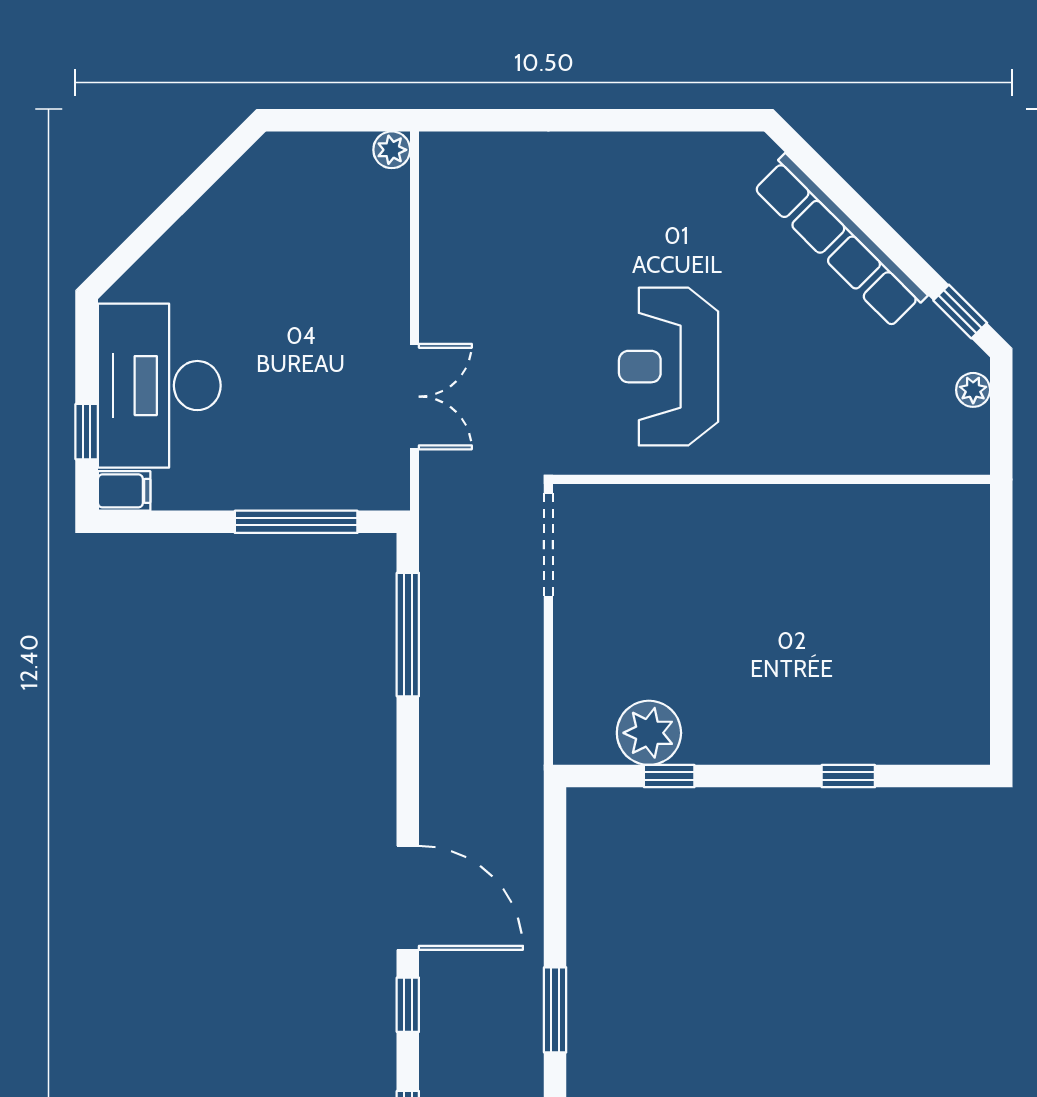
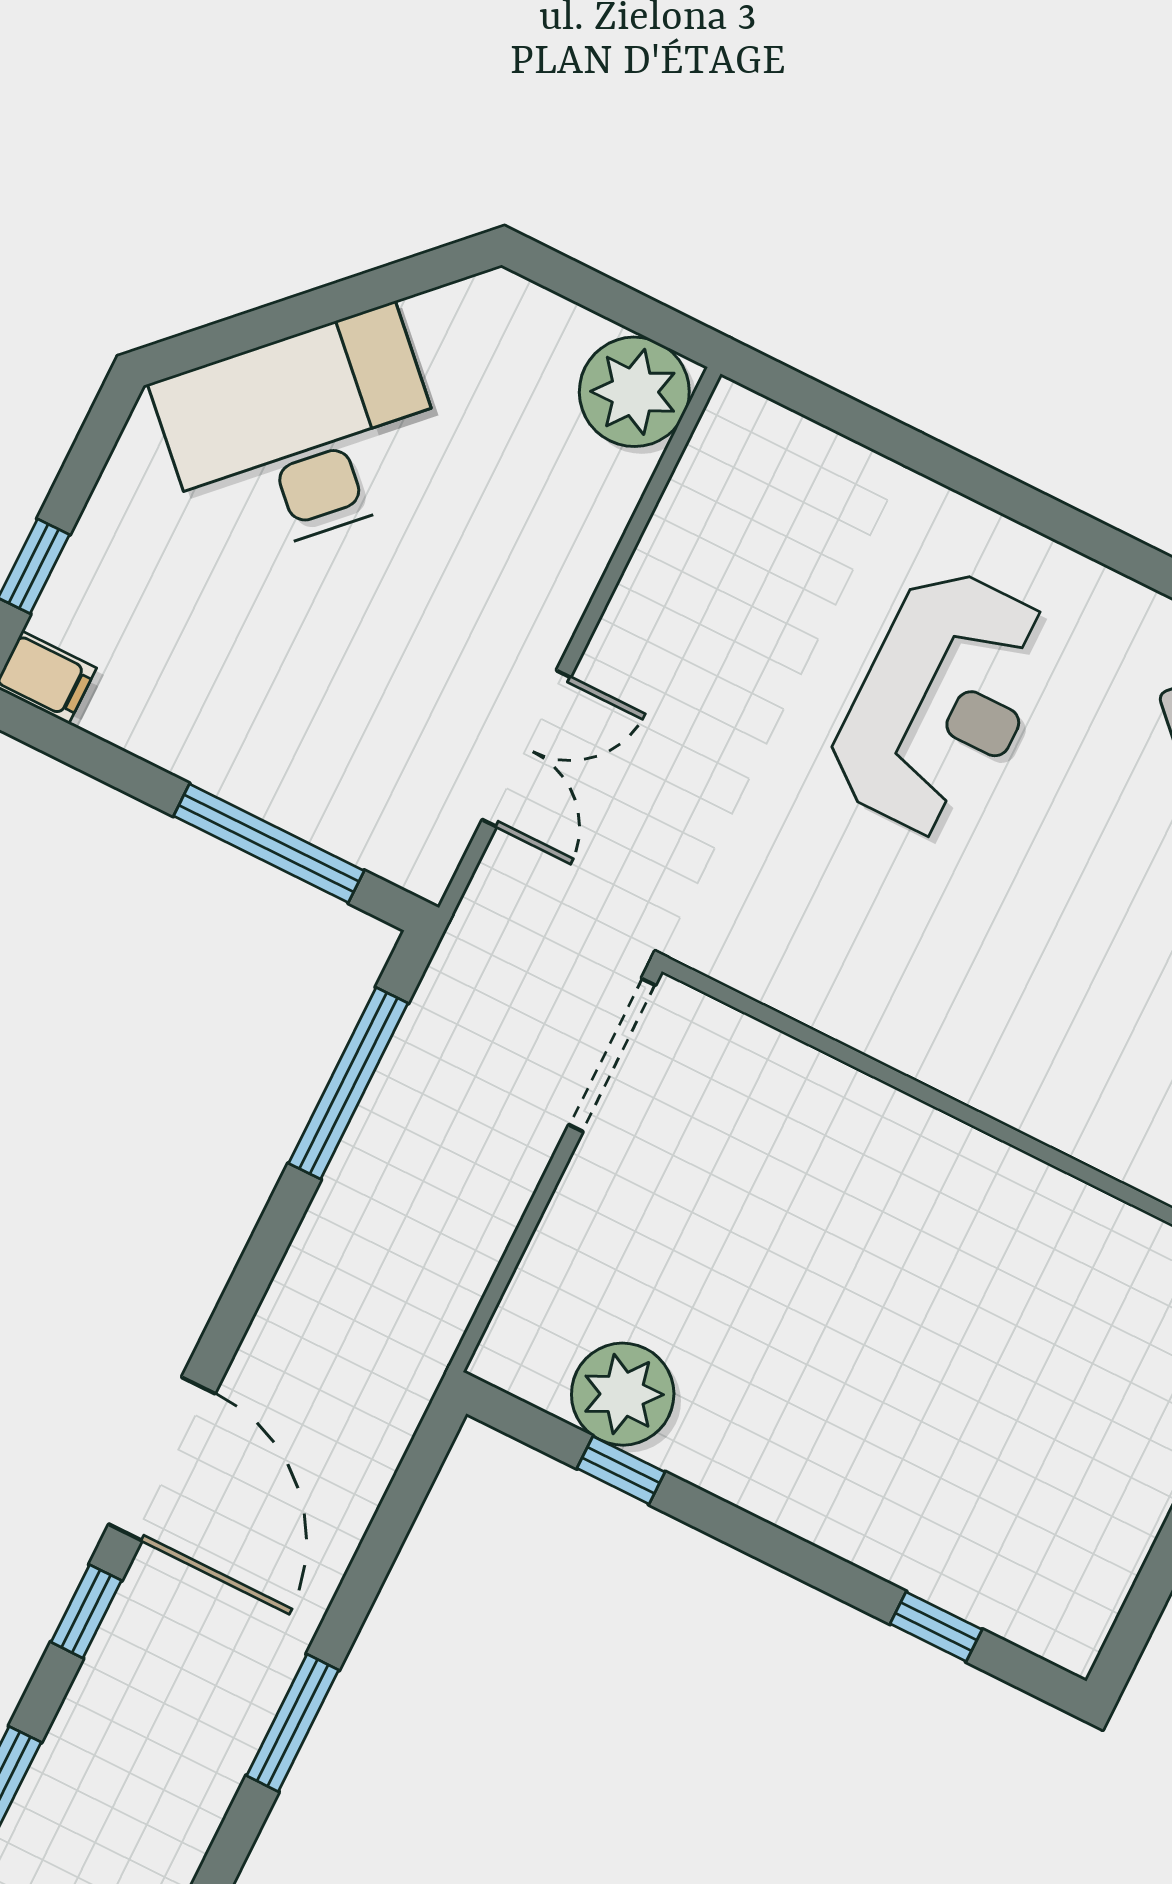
plant: (392, 150) -> (634, 392), width x1.87, depth x1.87
reception desk: (669, 367) -> (942, 703), moved, turned 180
desk: (159, 386) -> (302, 435), moved, turned 45
window: (848, 776) -> (936, 1627), moved

